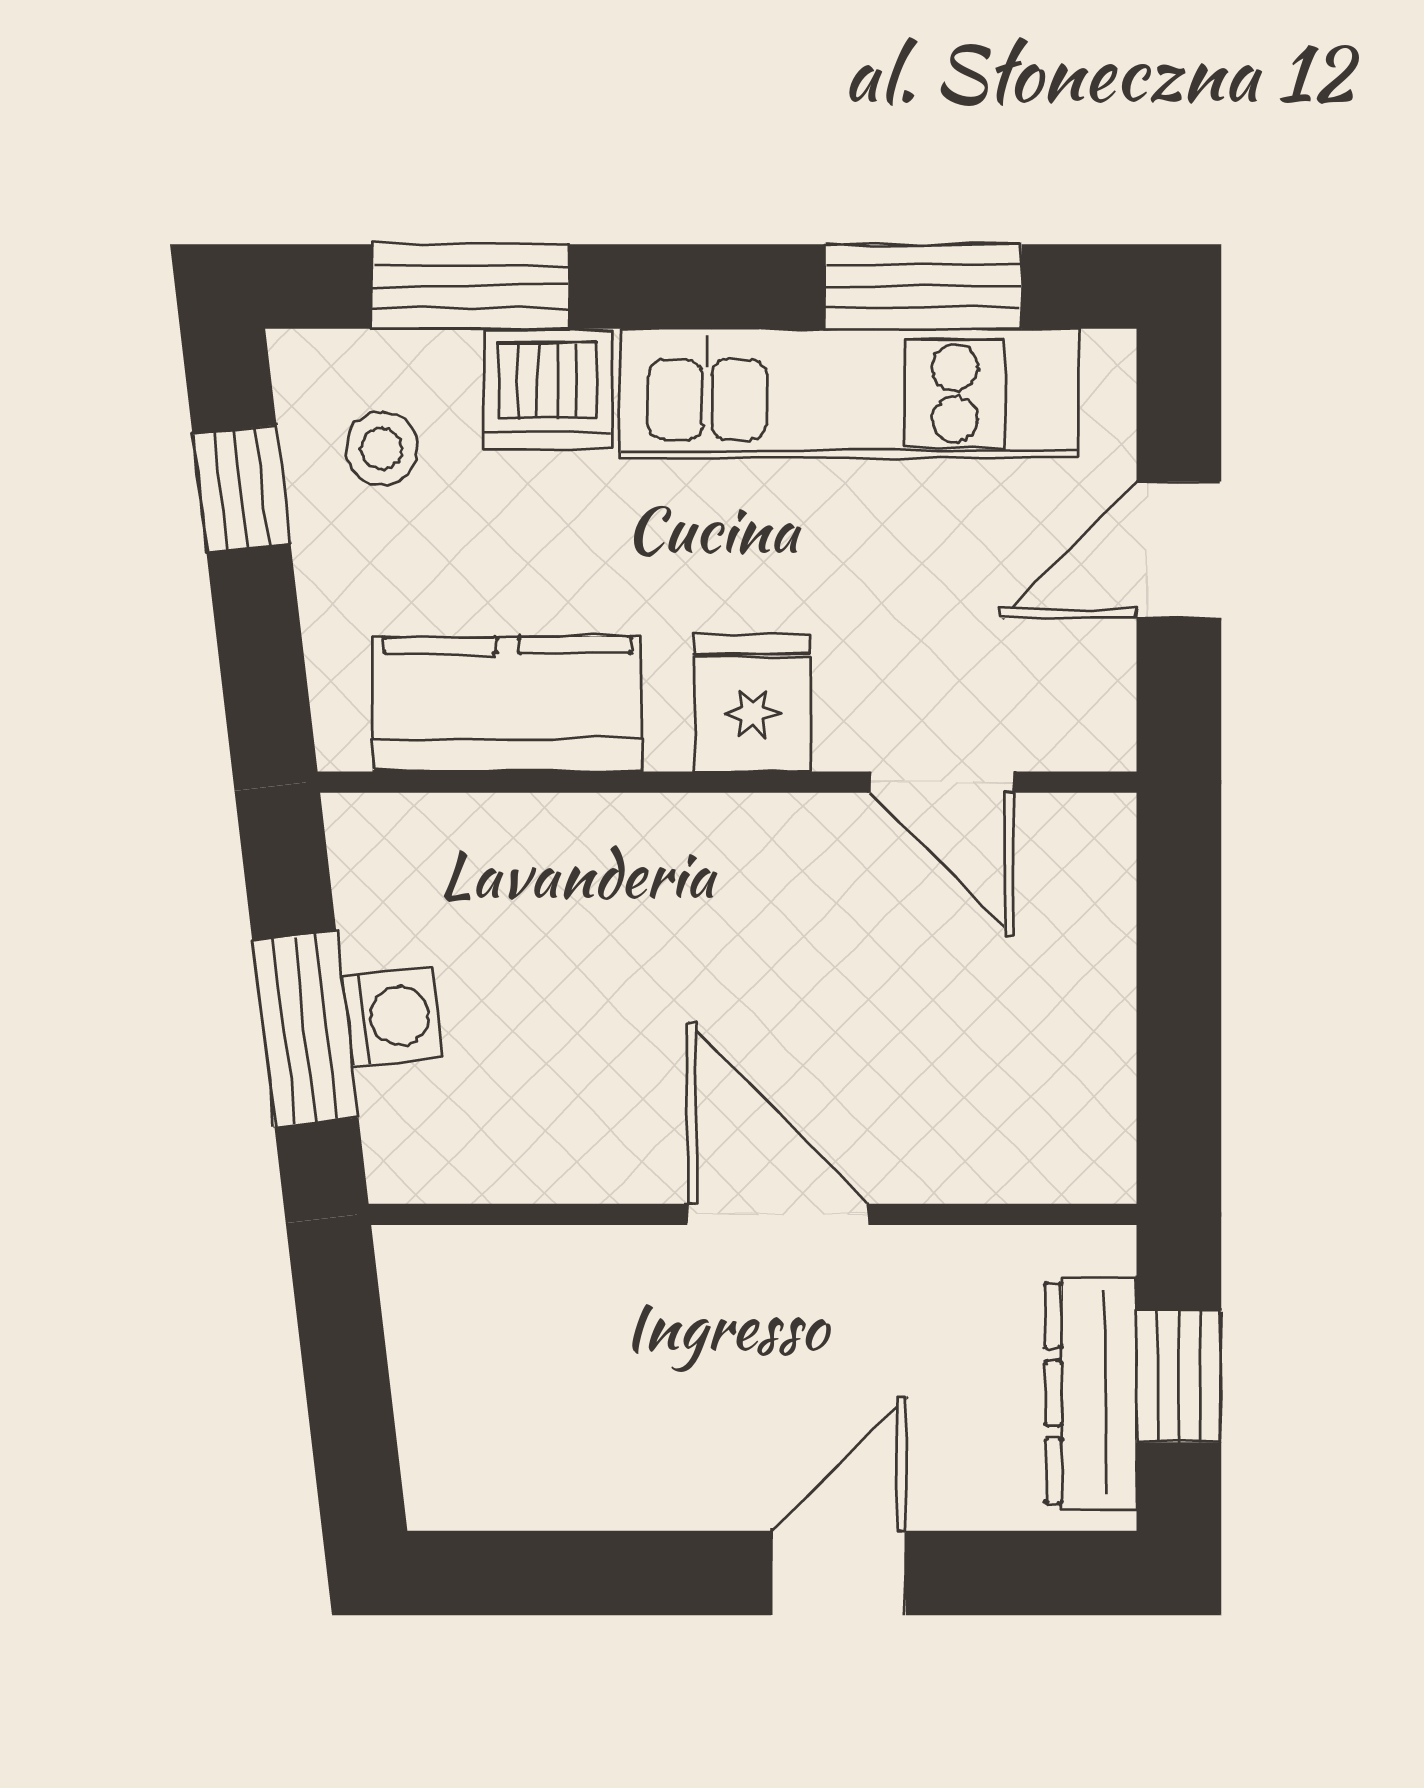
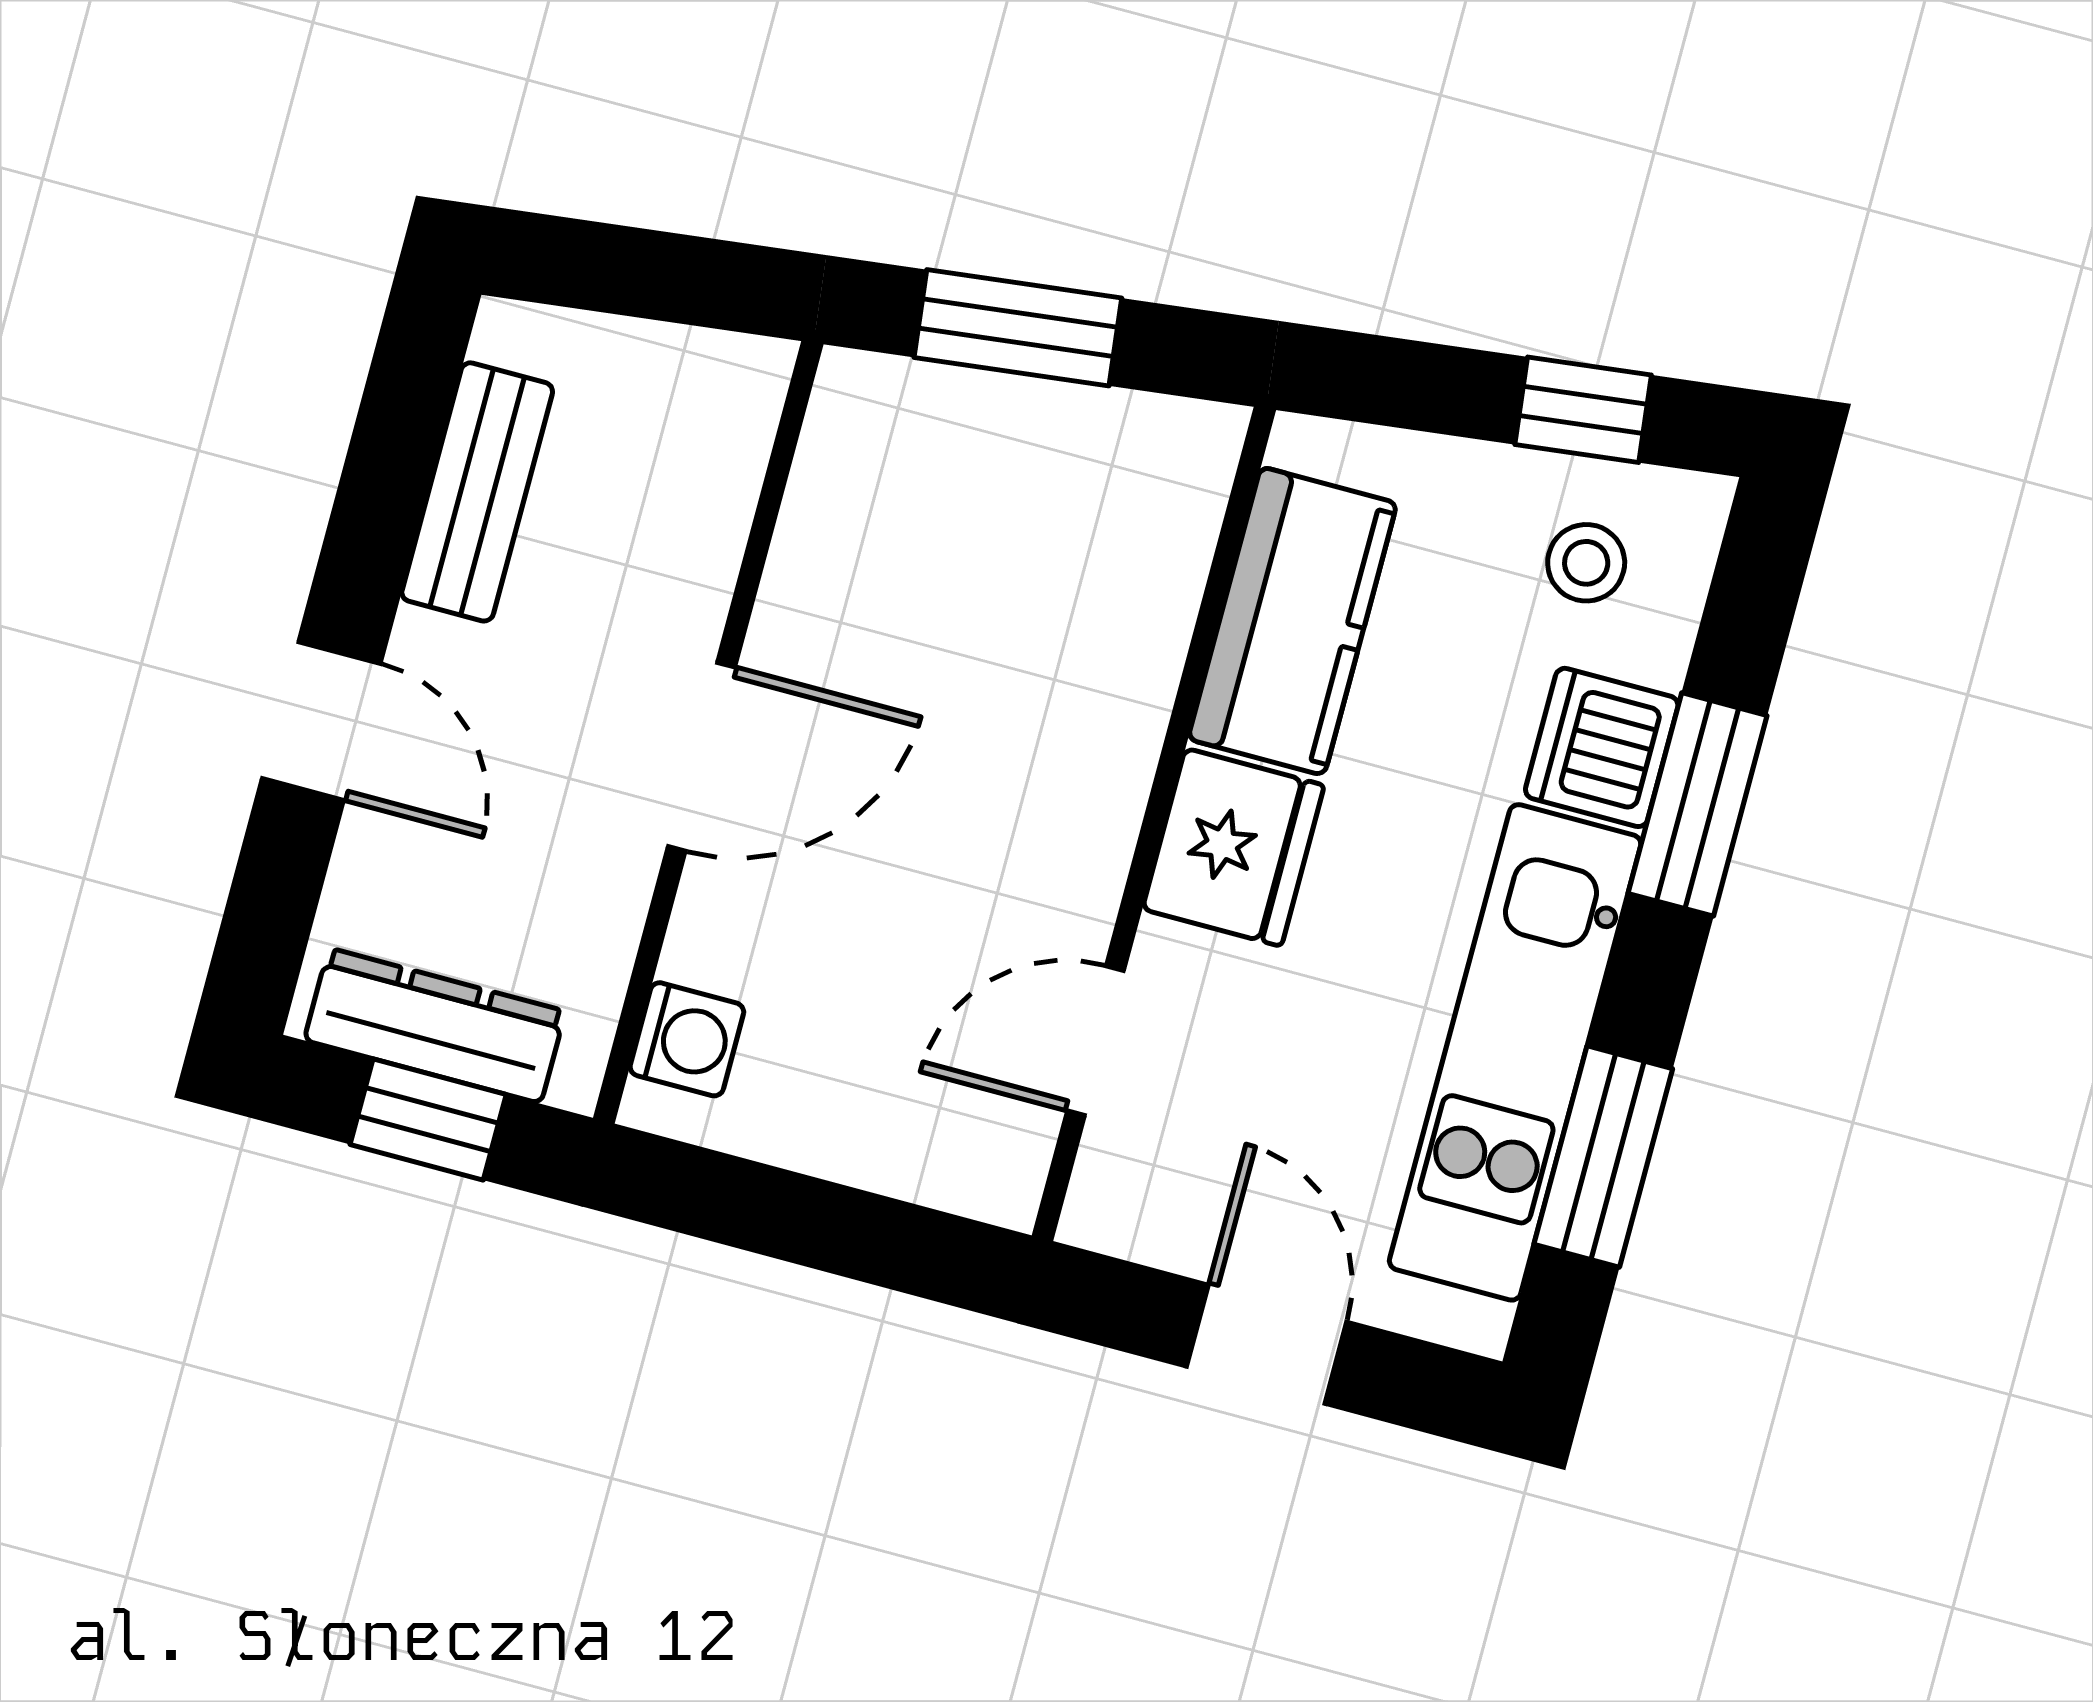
window: (471, 287) -> (1698, 804), moved
fridge: (752, 703) -> (1233, 847), width x1.38
washing machine: (392, 1017) -> (687, 1039), moved, turned -83
bench: (590, 1486) -> (477, 492), added

